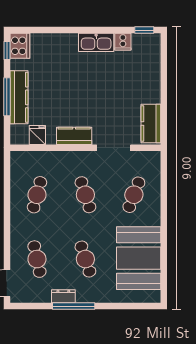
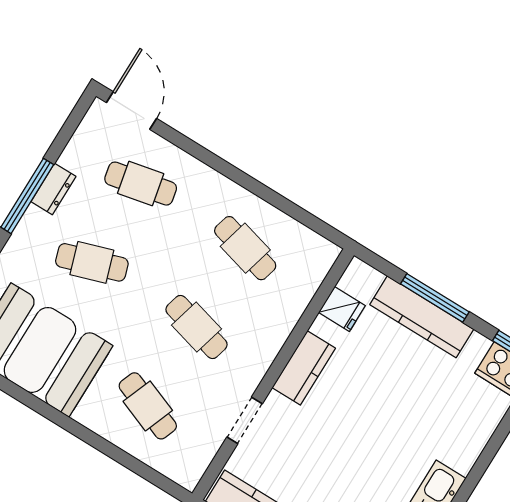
doorway: (114, 148) -> (245, 420), width x0.73
cafe table: (85, 195) -> (197, 327), turned 33

